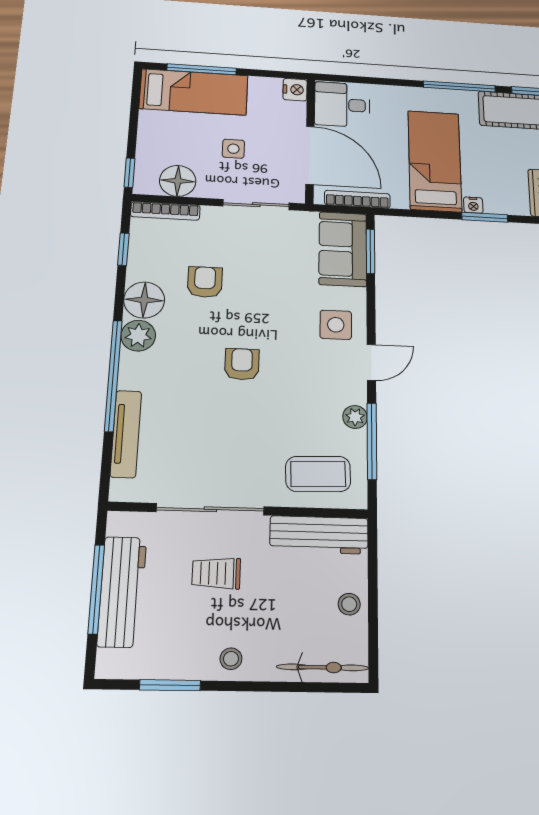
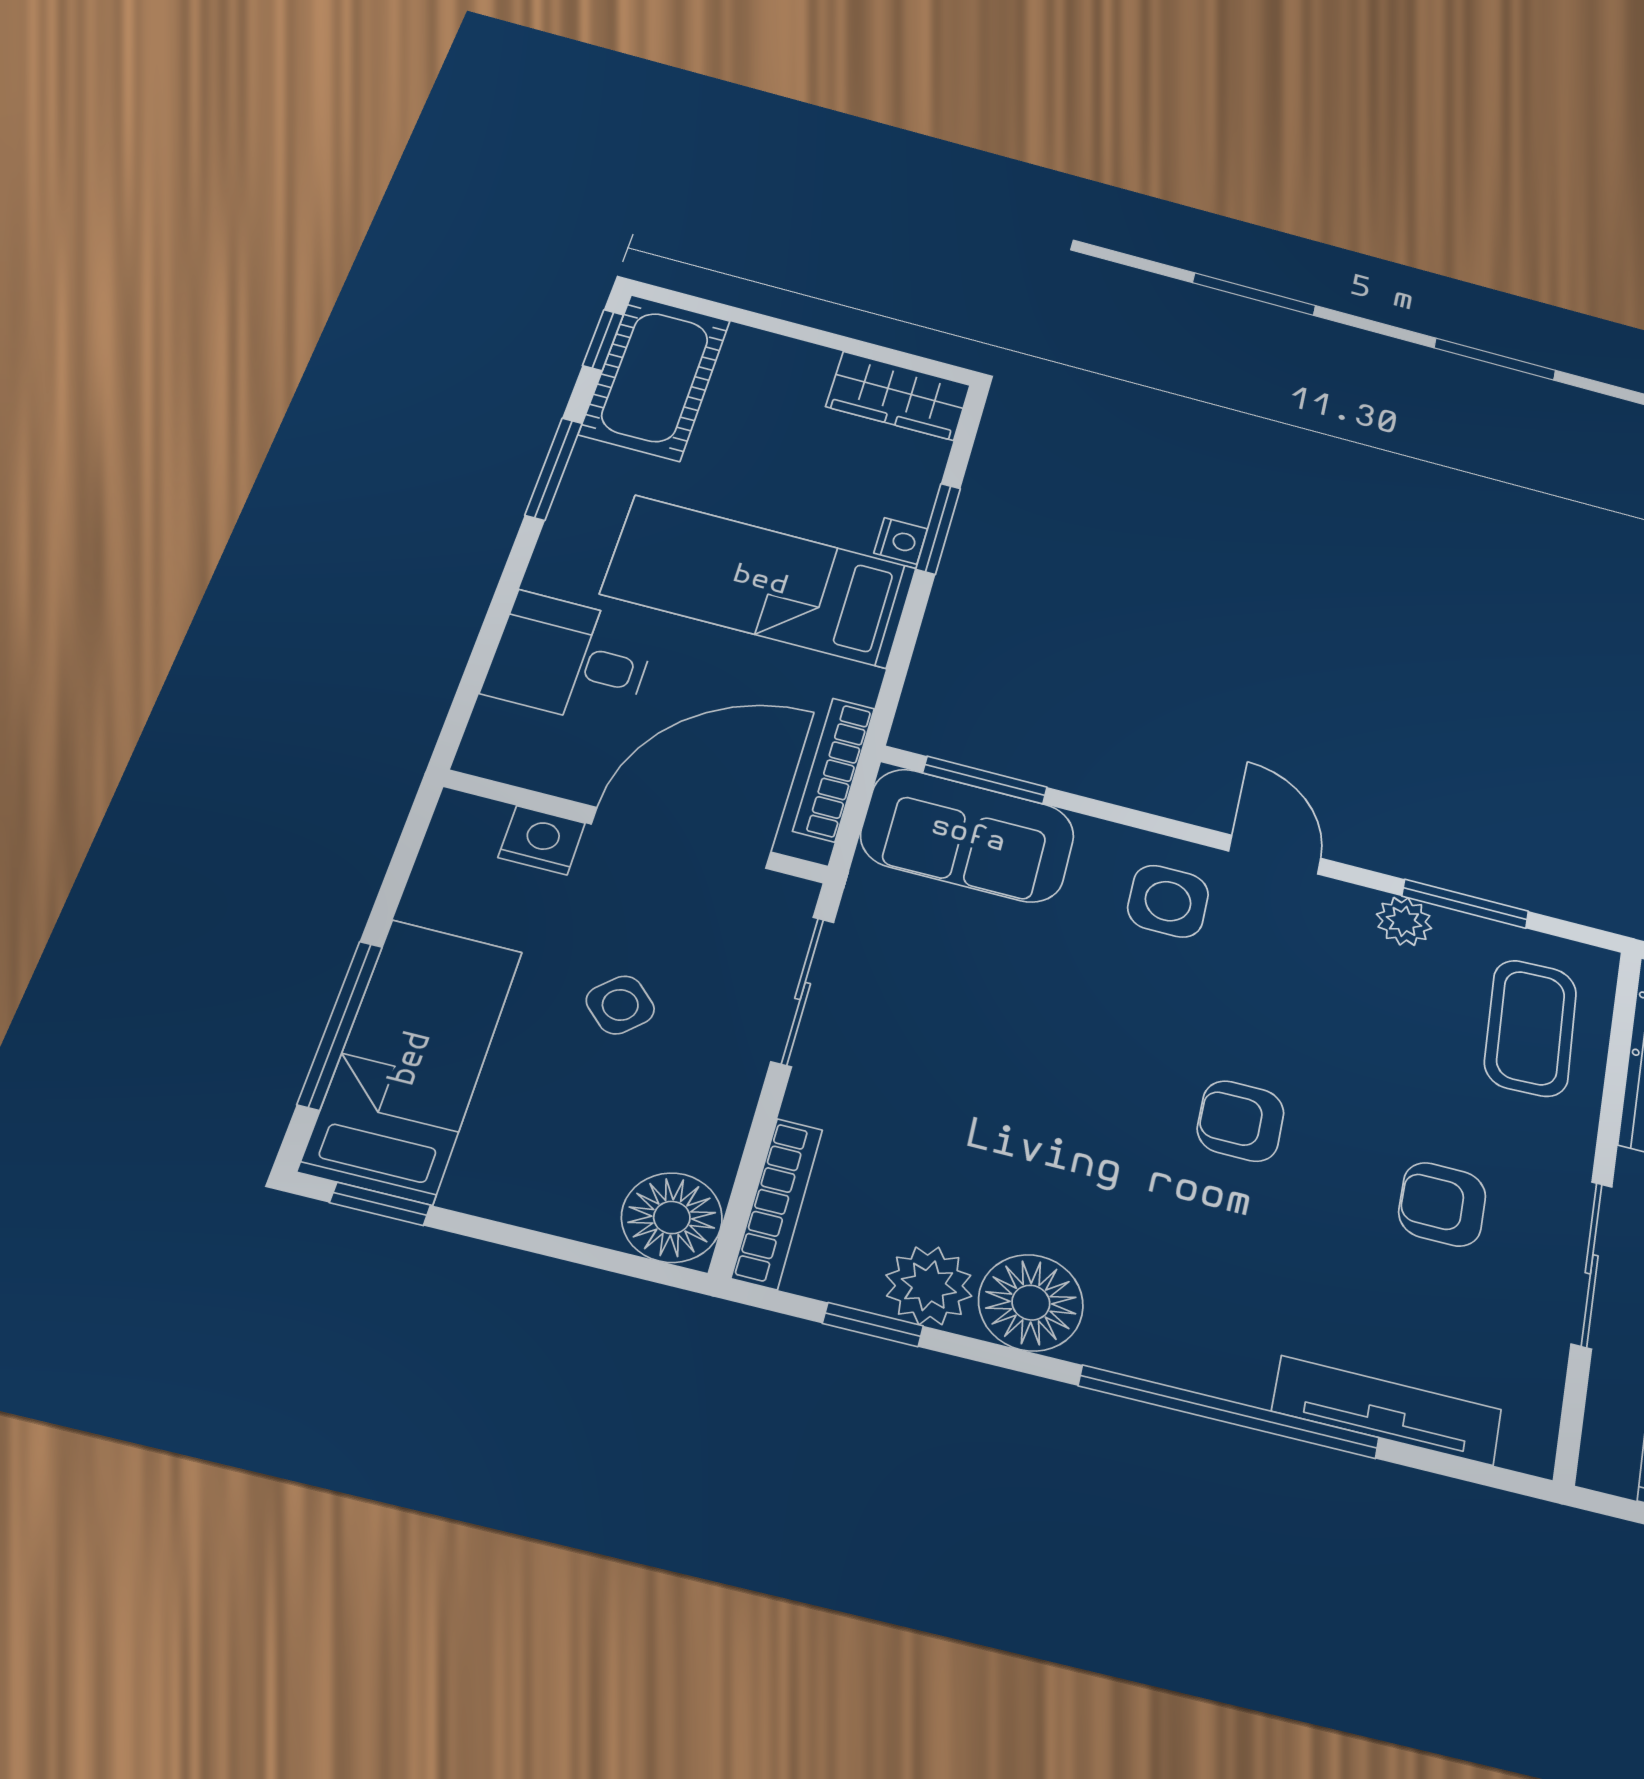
window: (459, 86) -> (554, 469), width x0.69
nightstand: (295, 90) -> (542, 840), moved
desk: (342, 105) -> (571, 659), moved, turned 90
side table: (233, 149) -> (620, 1005), turned 45
window: (129, 173) -> (380, 1204), moved
floor lamp: (178, 181) -> (672, 1217), moved
armchair: (205, 282) -> (1442, 1204), moved
plant: (138, 336) -> (929, 1286), moved
window: (372, 441) -> (1465, 904), width x0.69
sliding door: (210, 509) -> (1592, 1264), width x0.73

